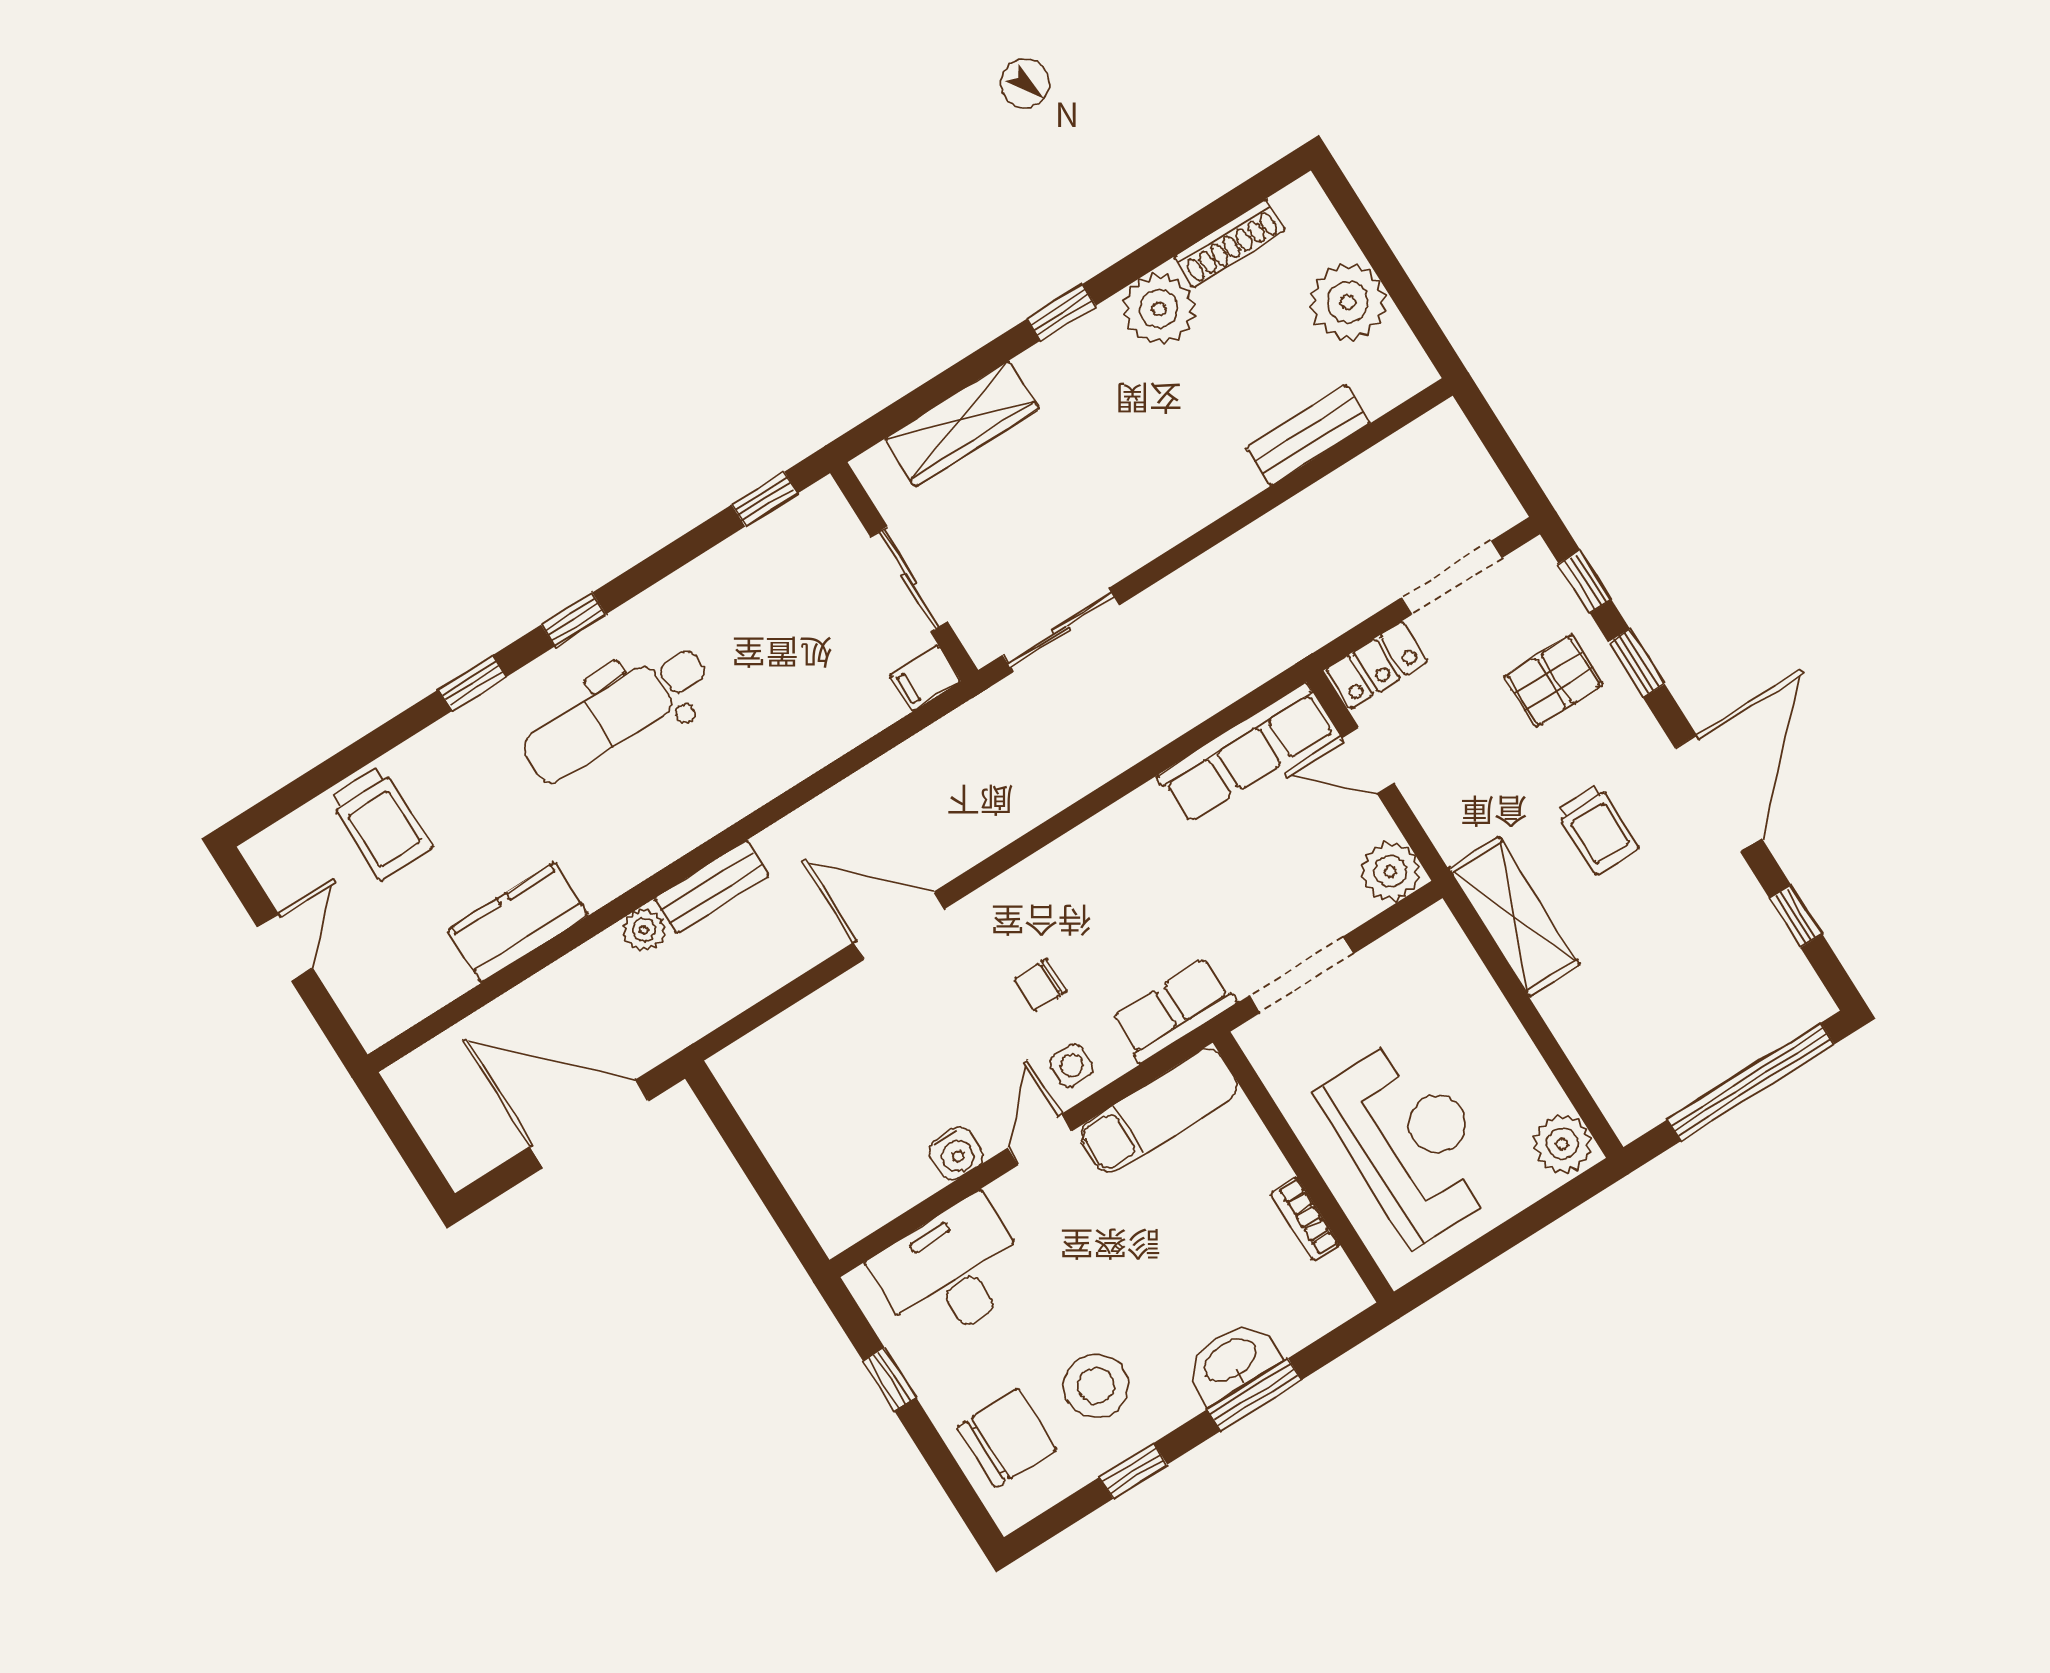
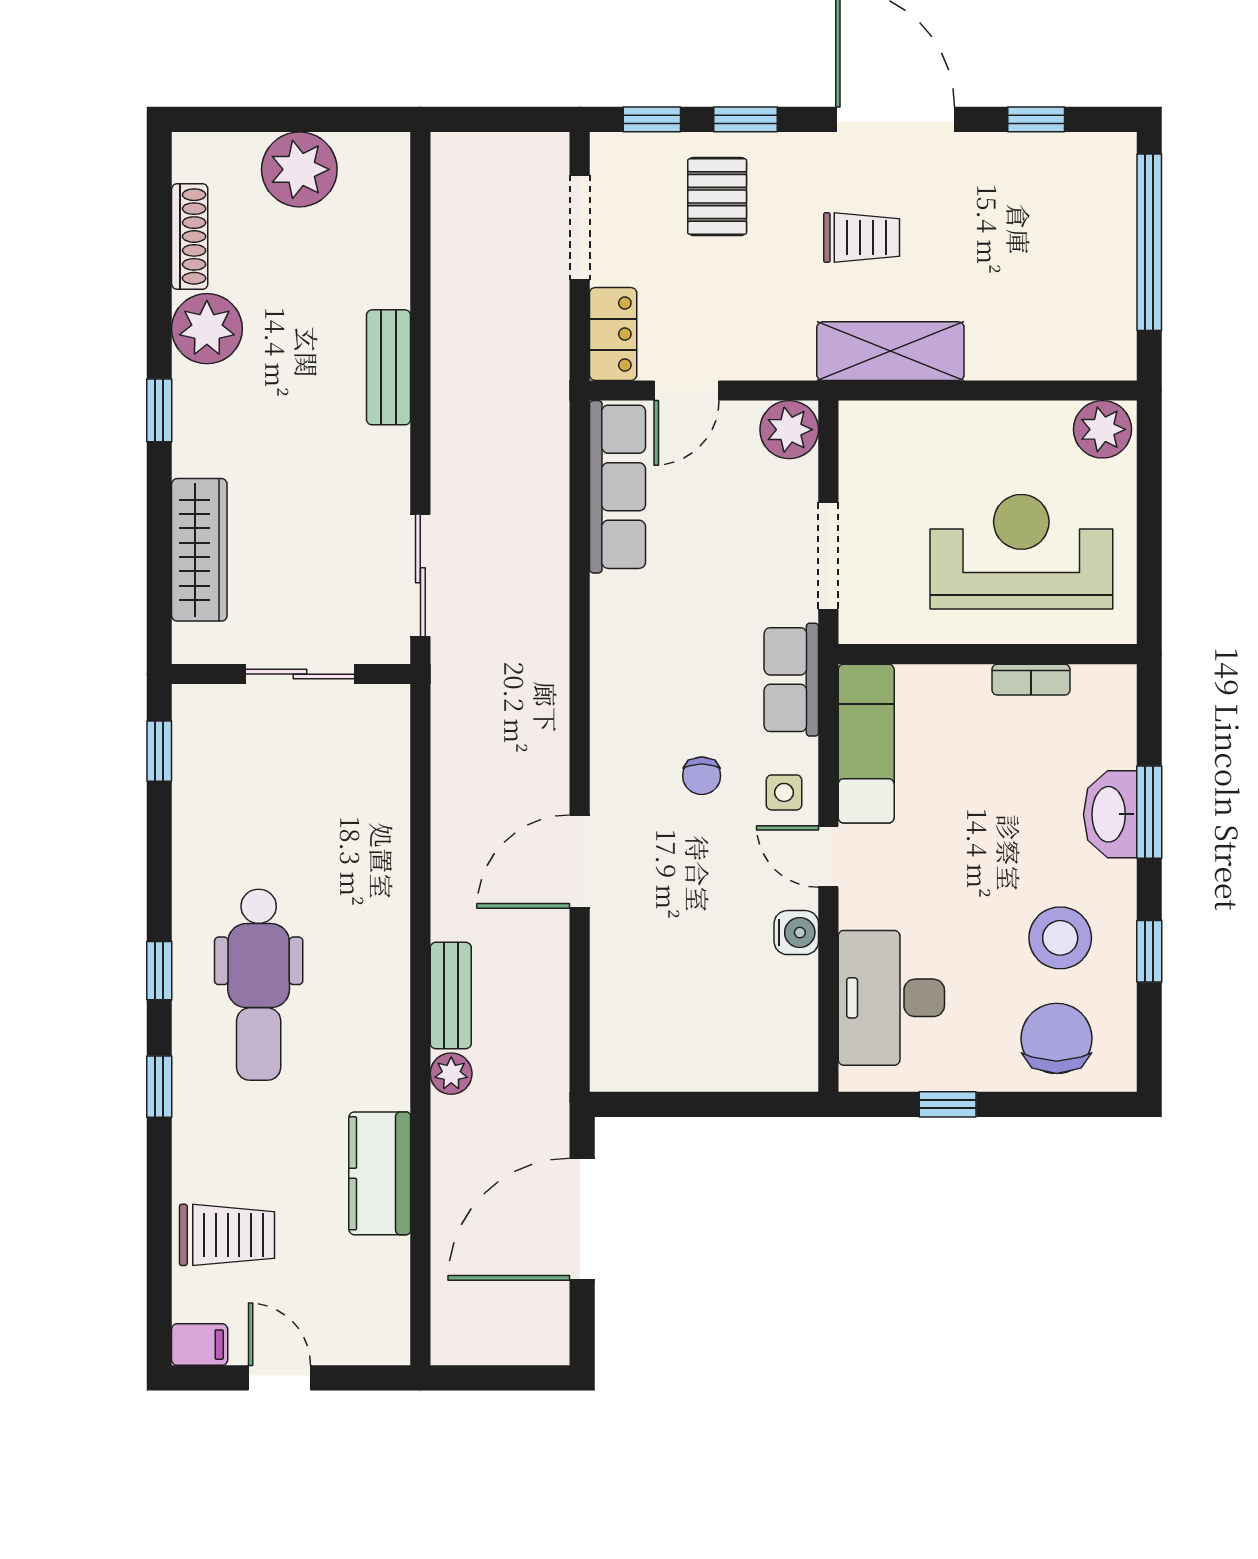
bench: (1308, 435) -> (389, 367), moved
filing cabinet: (925, 678) -> (200, 1345), moved, turned -90

